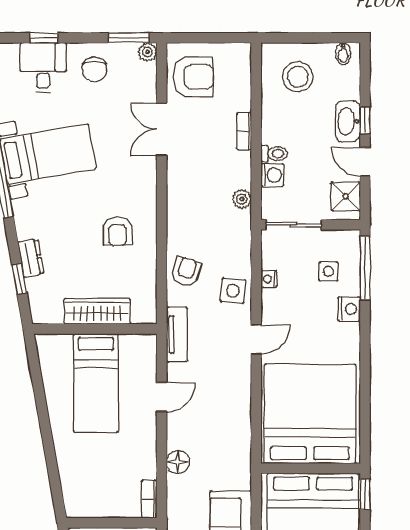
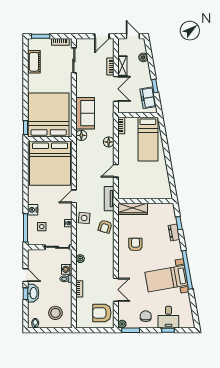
shower: (346, 196) -> (34, 260), removed
wardrobe: (97, 311) -> (133, 209), moved
bed: (96, 383) -> (148, 139), moved, turned 180
floor lamp: (239, 477) -> (81, 135), added

